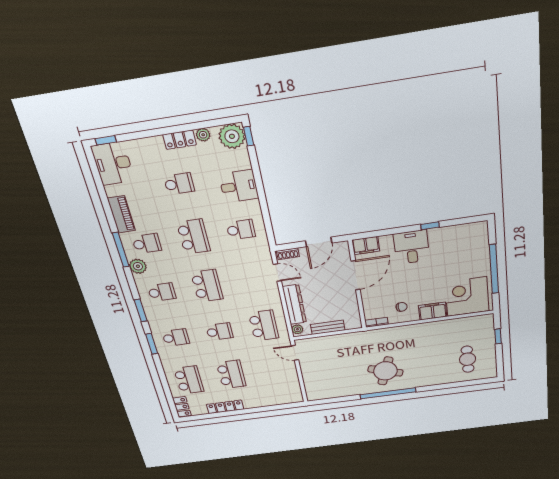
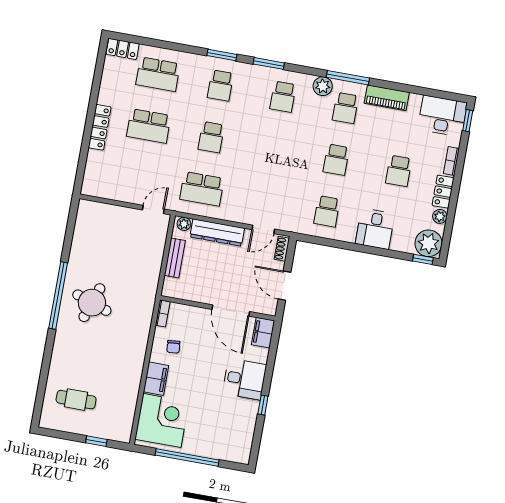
bookcase: (149, 142) -> (451, 161), added
school desk: (193, 237) -> (336, 160), width x0.54
school desk: (207, 286) -> (274, 148), removed
locker: (225, 407) -> (100, 127), moved

